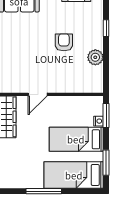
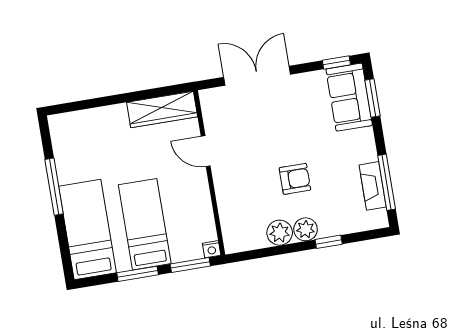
plant: (96, 41) -> (306, 229), added
nightstand: (98, 121) -> (212, 249), moved
window: (106, 163) -> (138, 274), moved

